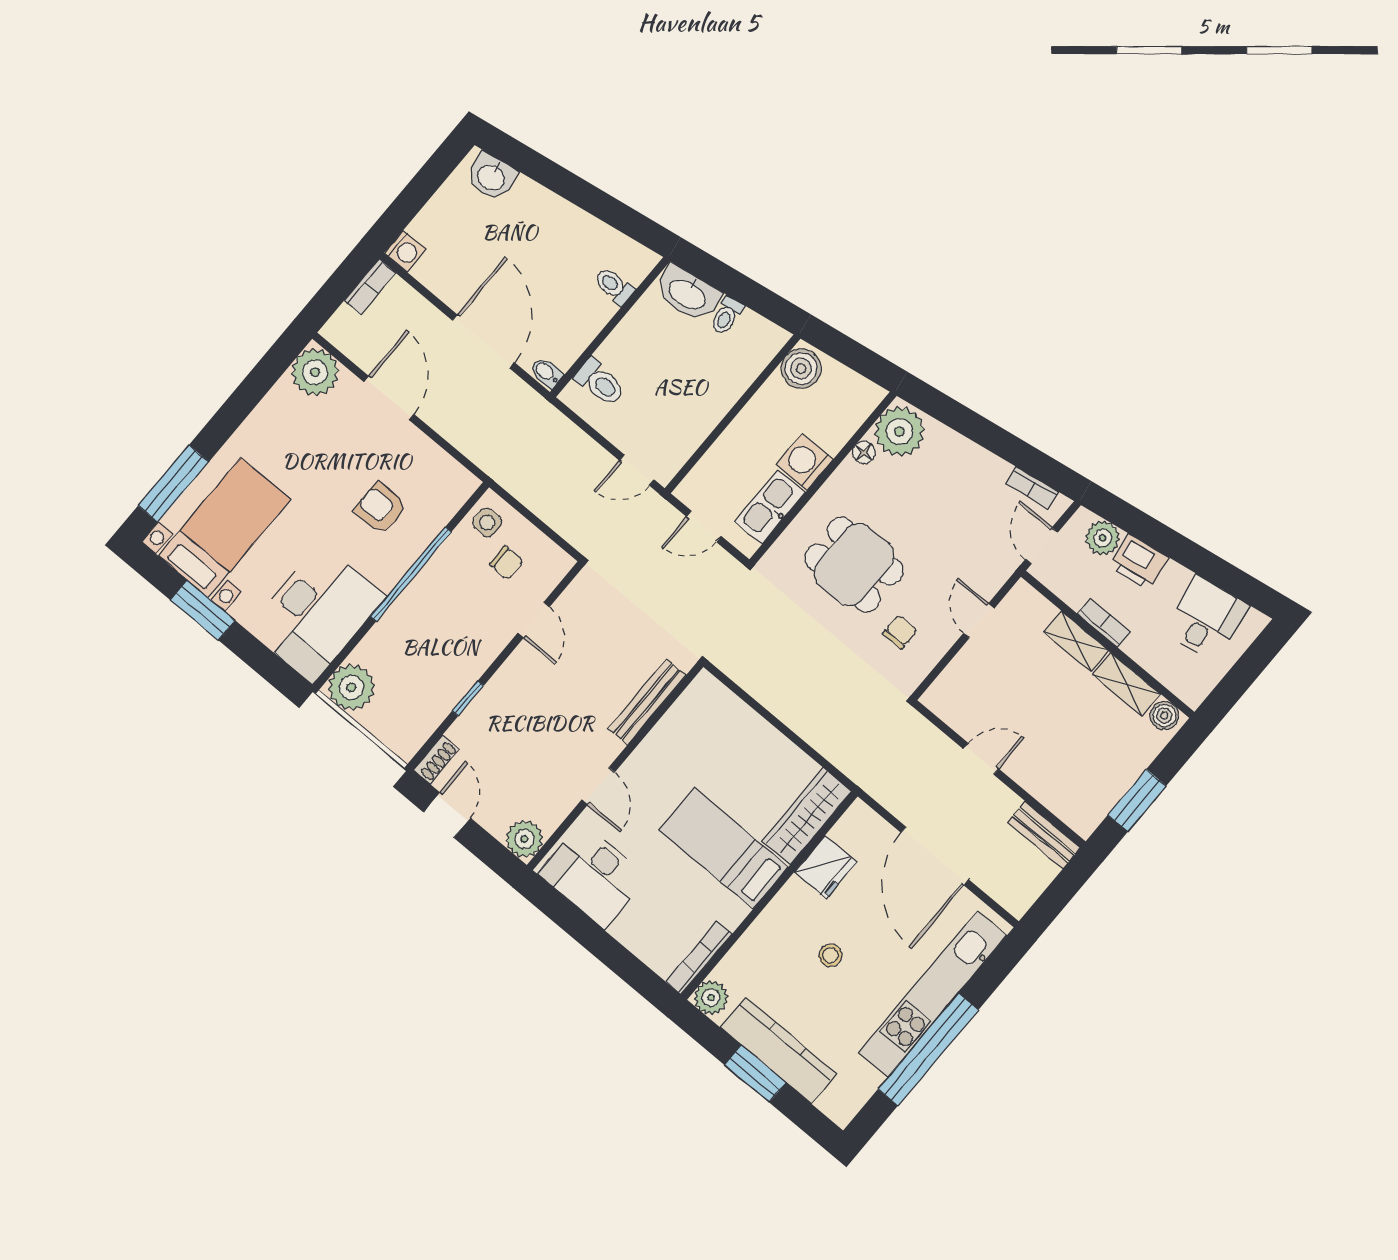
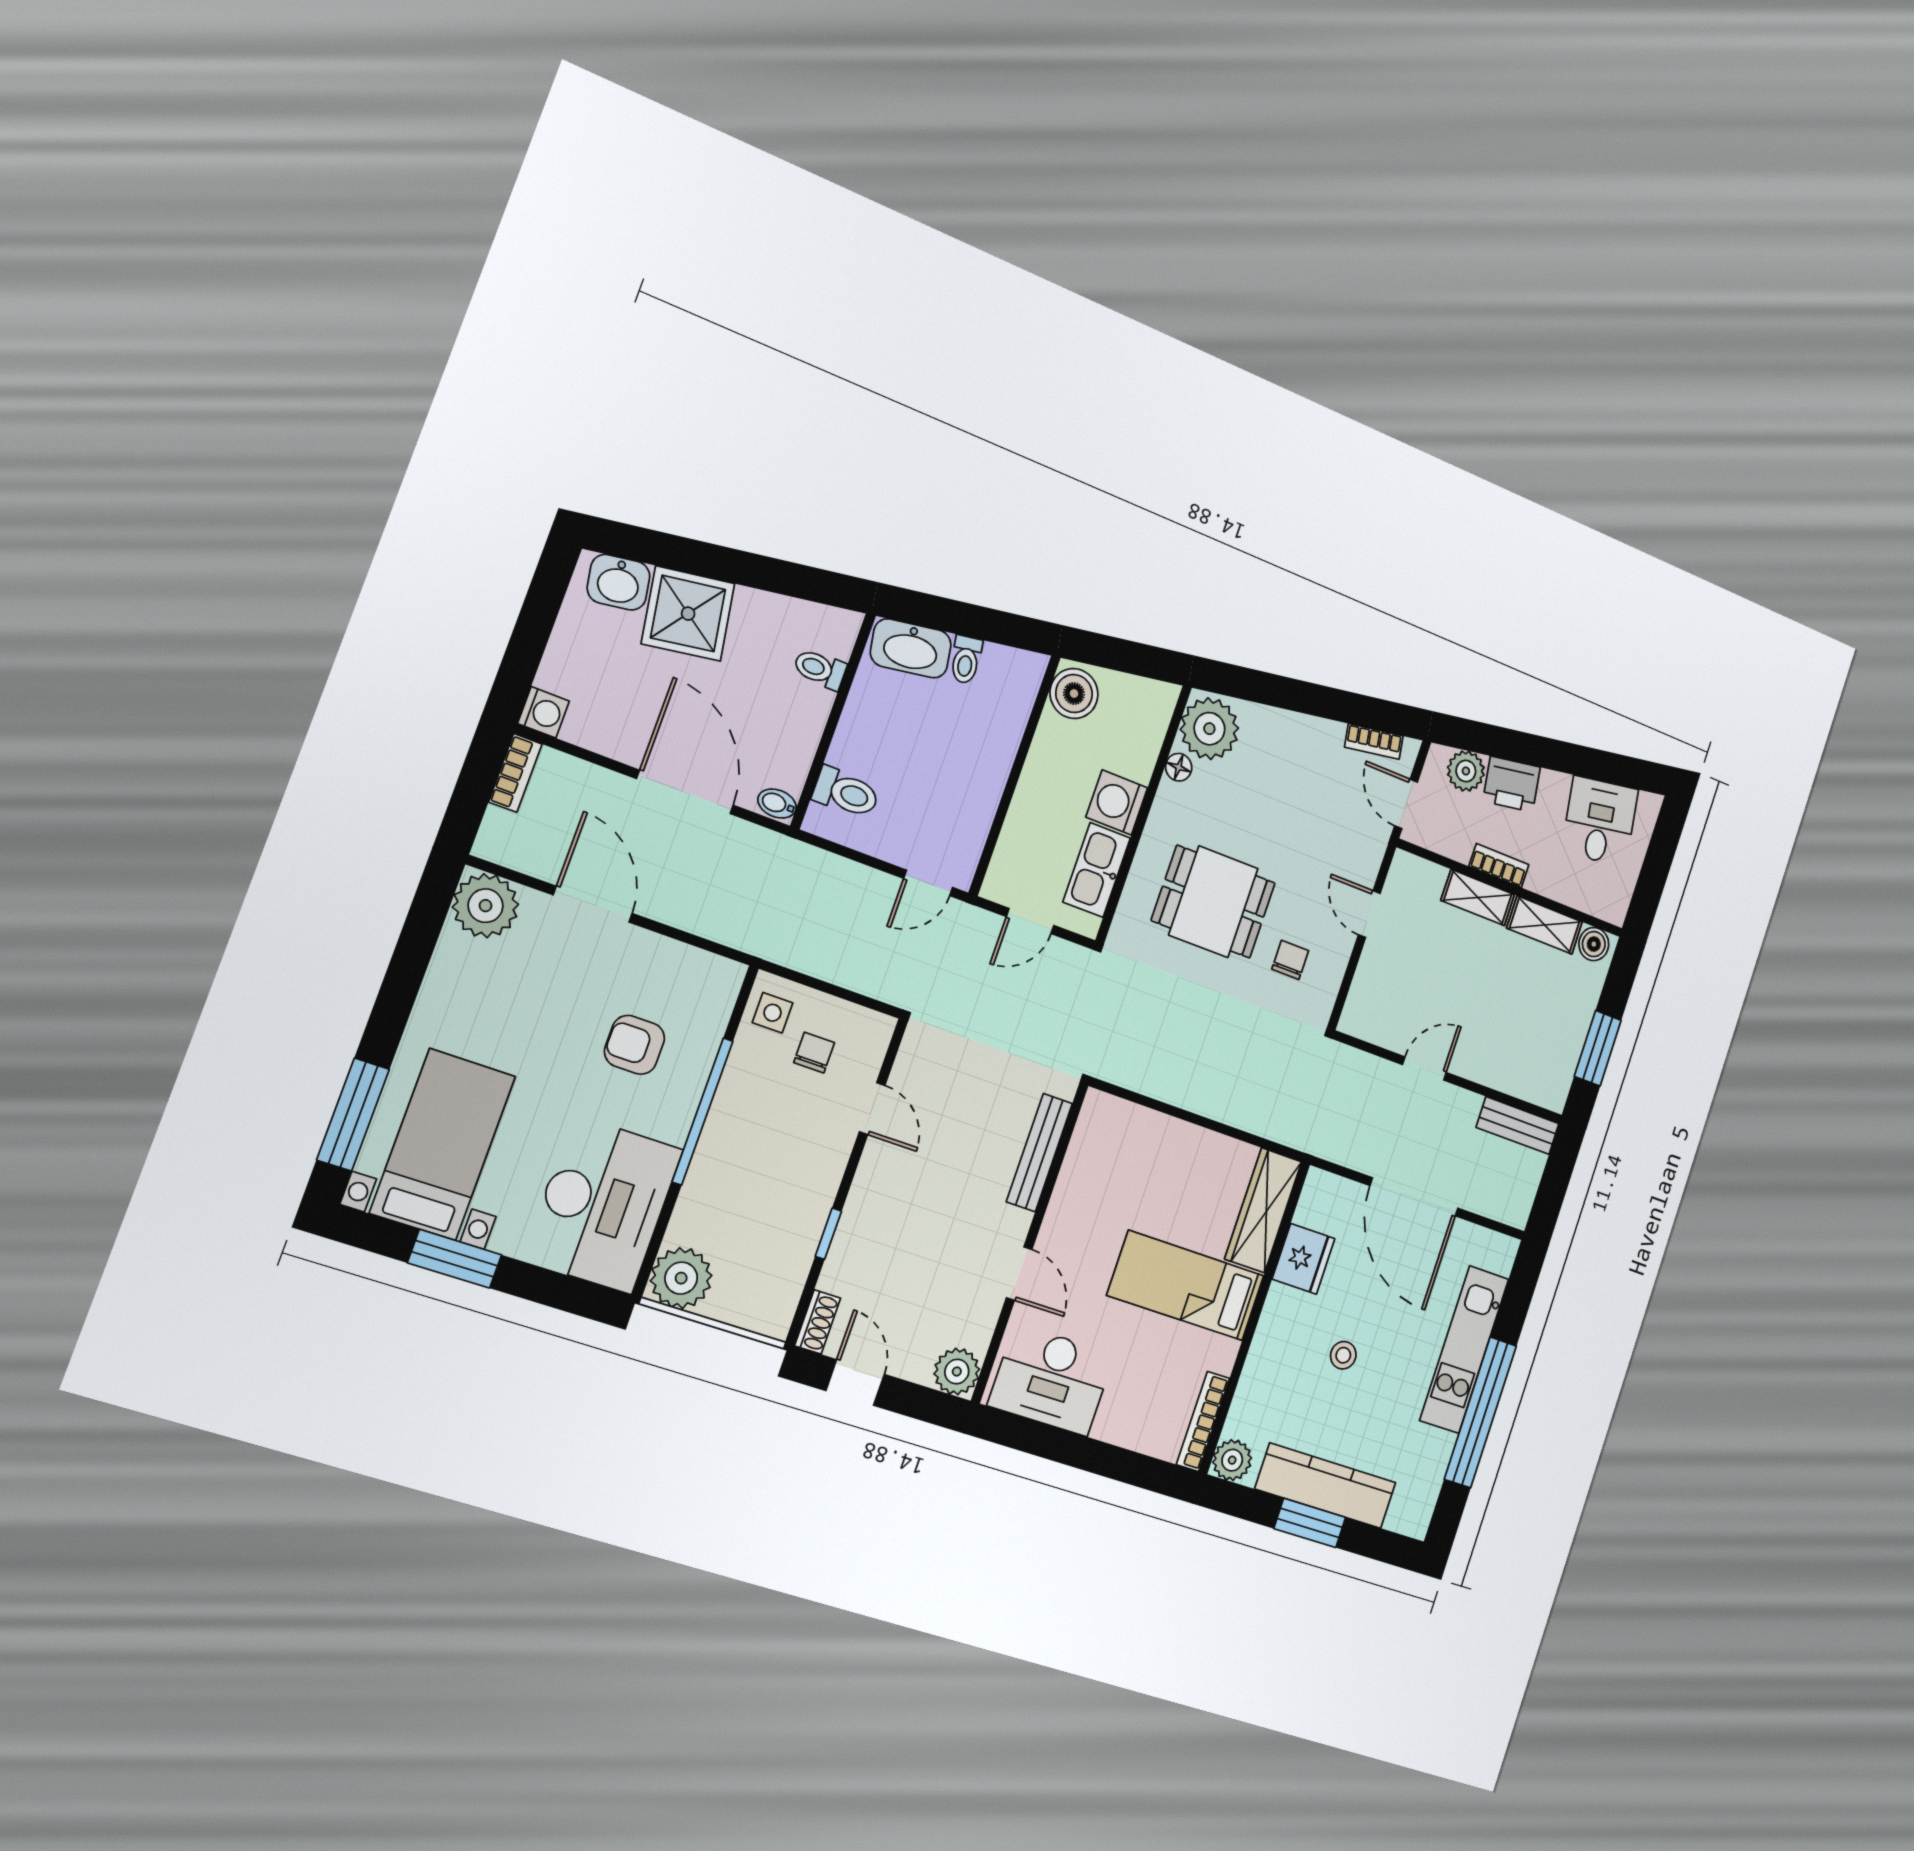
shower: (533, 215) -> (688, 614), added
chair: (506, 563) -> (814, 1053), turned -90
kitchen unit: (933, 994) -> (1464, 1349), width x0.73

